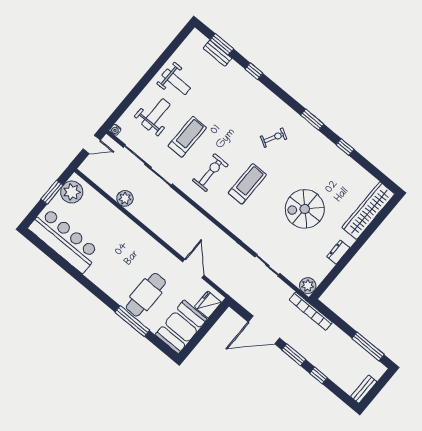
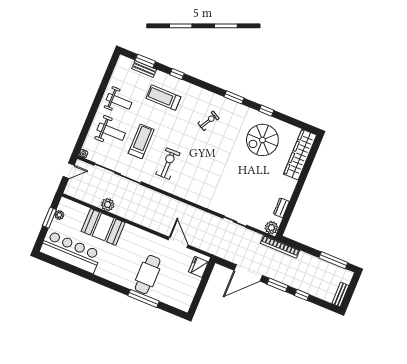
weight bench: (156, 114) -> (111, 132), turned 90
treadmill: (247, 184) -> (163, 98), moved, turned -90
plant: (72, 192) -> (59, 215), width x0.53, depth x0.53
spiral stairs: (305, 209) -> (262, 140), moved
dresser: (338, 252) -> (281, 208), moved
booth: (181, 327) -> (103, 227), moved, turned 90

